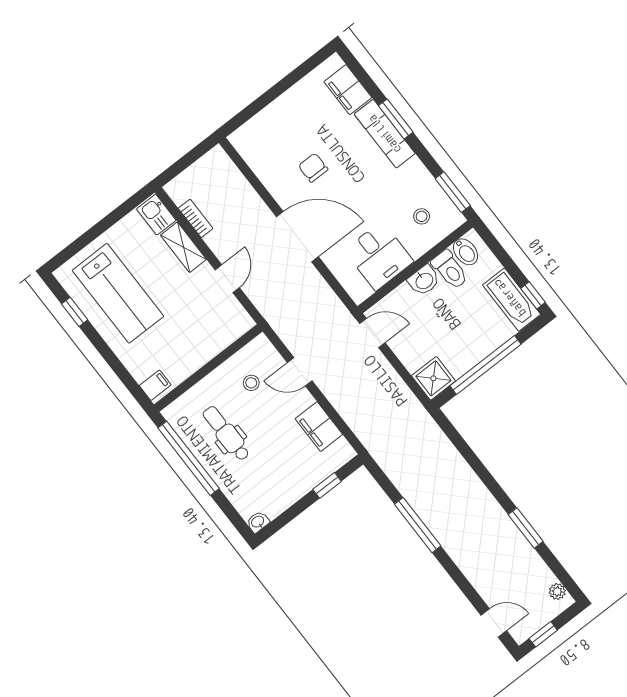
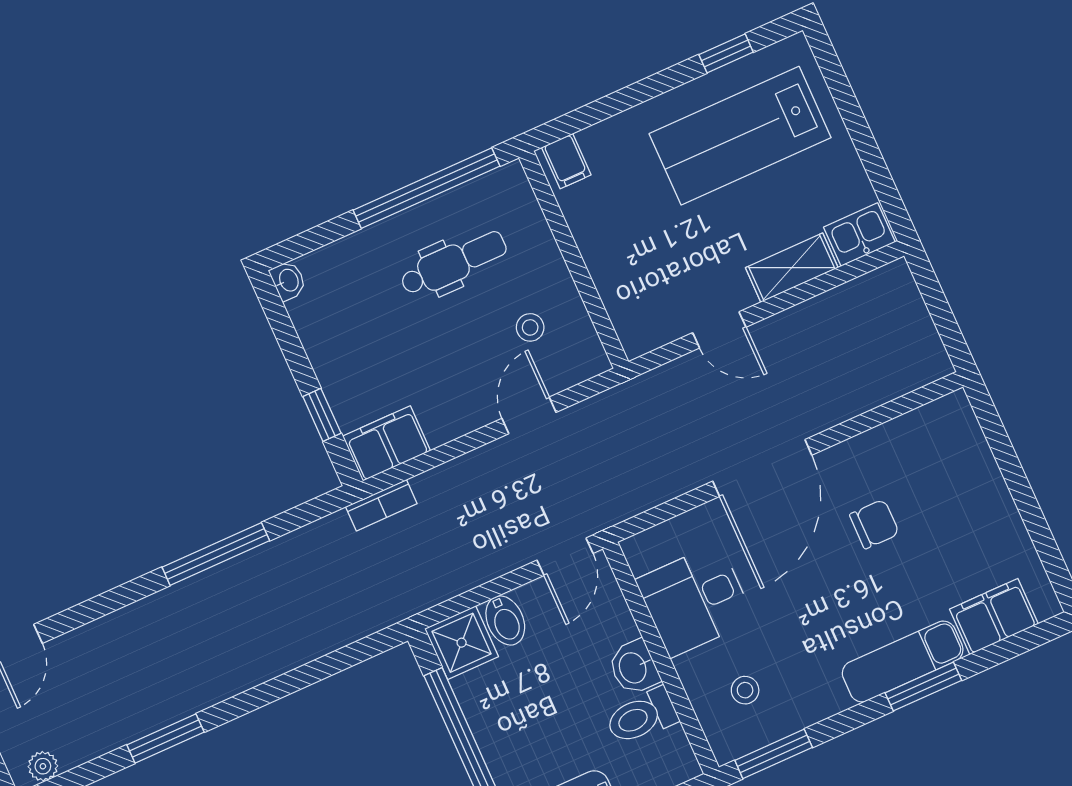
bookcase: (196, 218) -> (381, 505), moved
bidet: (465, 252) -> (505, 620), moved, turned -90
filing cabinet: (319, 427) -> (387, 443), moved

